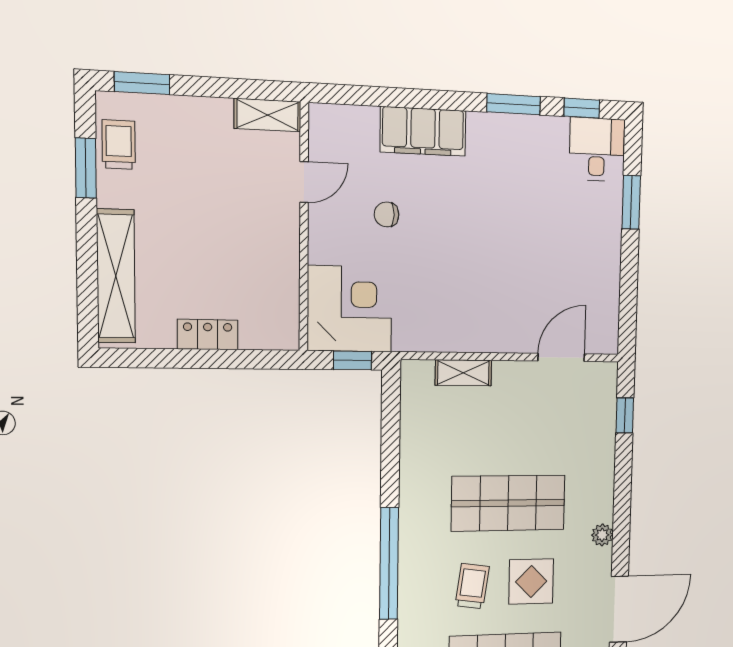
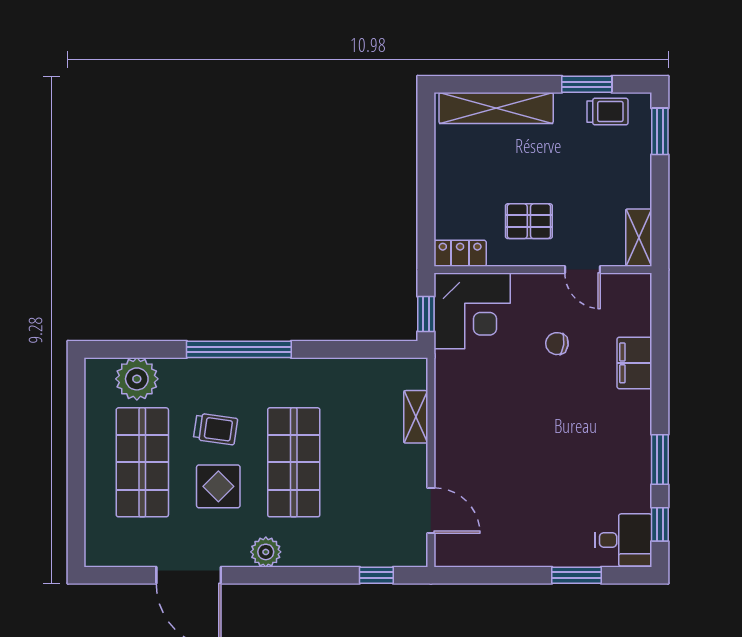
filing cabinet: (423, 131) -> (634, 363), width x0.67, depth x0.86
chair: (387, 214) -> (557, 344), turned -82
pallet: (249, 242) -> (529, 221), added
locker: (208, 335) -> (460, 253), moved, turned -90
plant: (602, 535) -> (266, 552), width x1.38, depth x1.38

